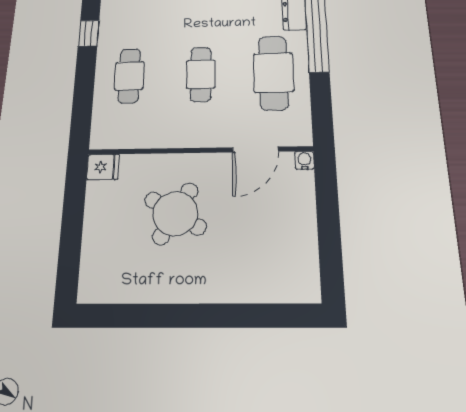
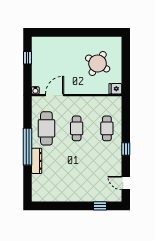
round table: (175, 213) -> (98, 63), moved
window: (330, 244) -> (28, 58), added

